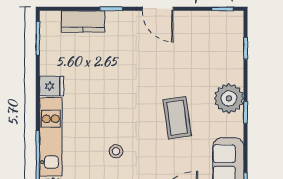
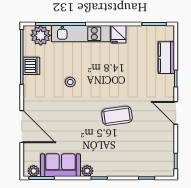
door: (158, 9) -> (176, 113), hinge flipped
plant: (229, 98) -> (87, 171), moved, width x0.53, depth x0.53
coffee table: (177, 118) -> (117, 116), moved

